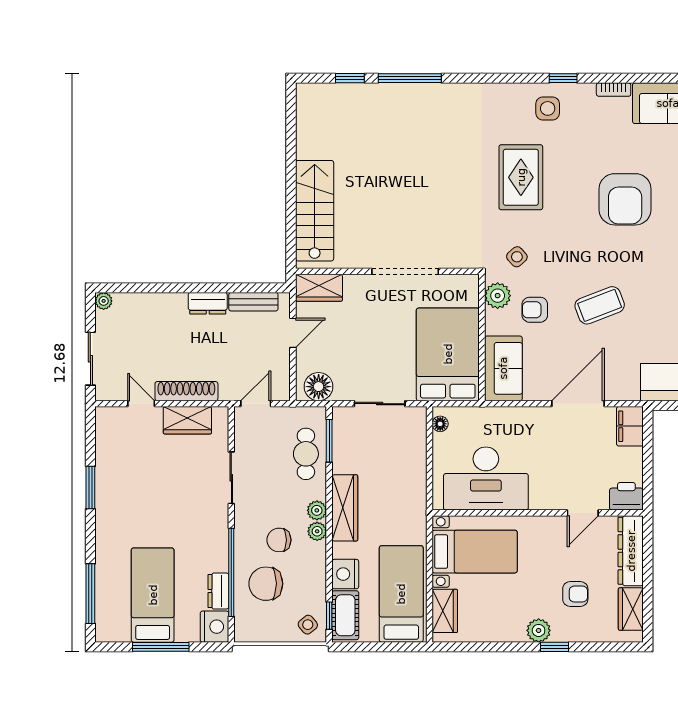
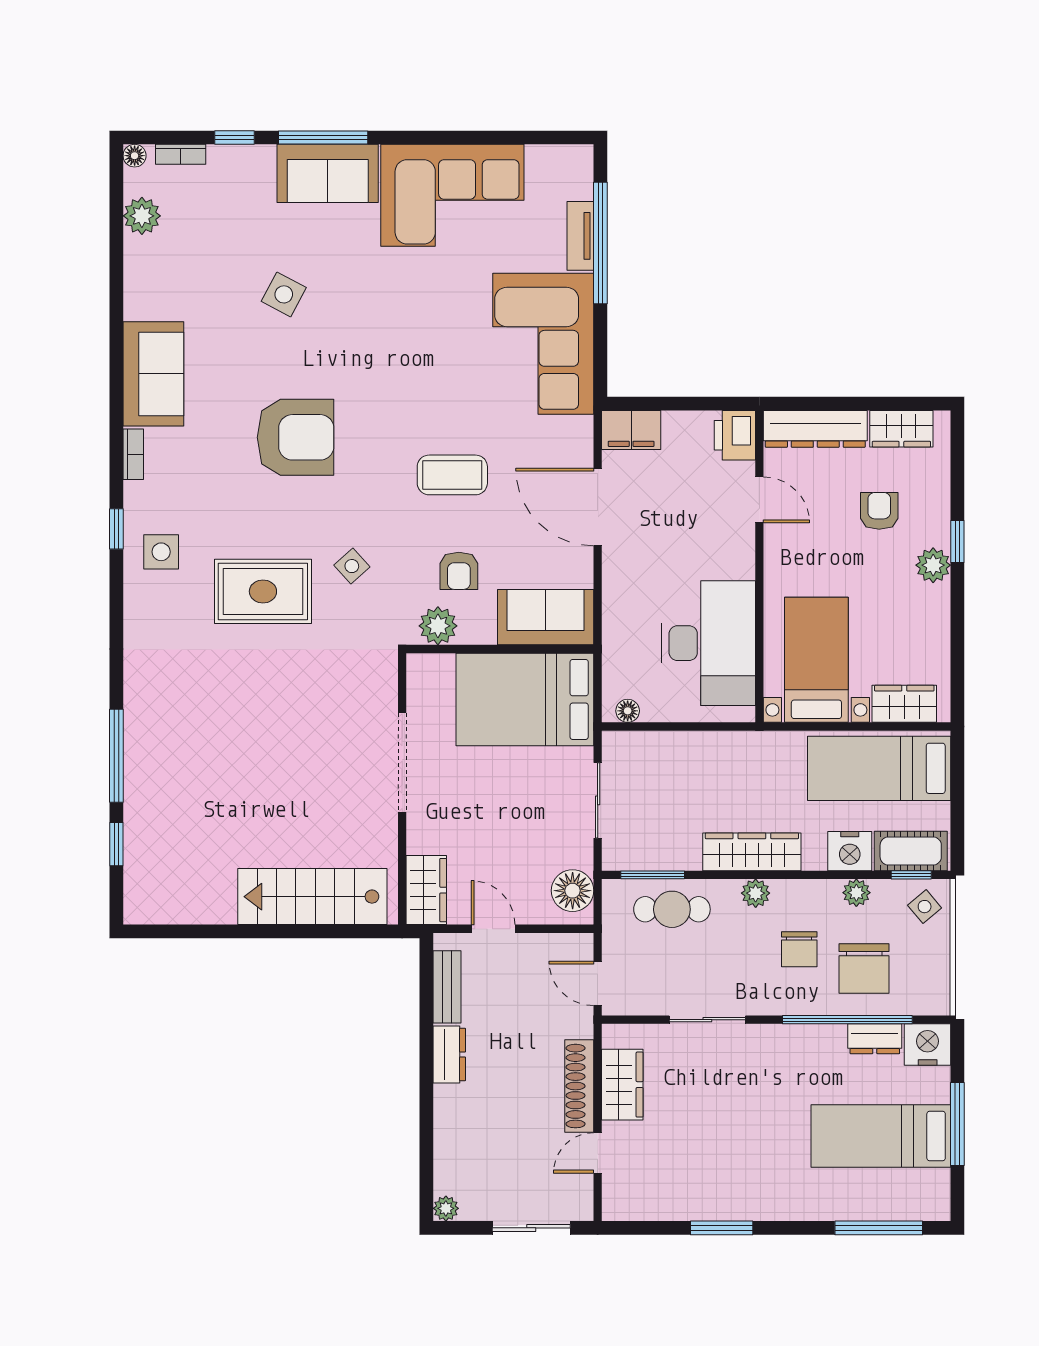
side table: (517, 257) -> (352, 566), moved
coffee table: (600, 305) -> (452, 475), turned -69
plant: (317, 531) -> (856, 893), moved

